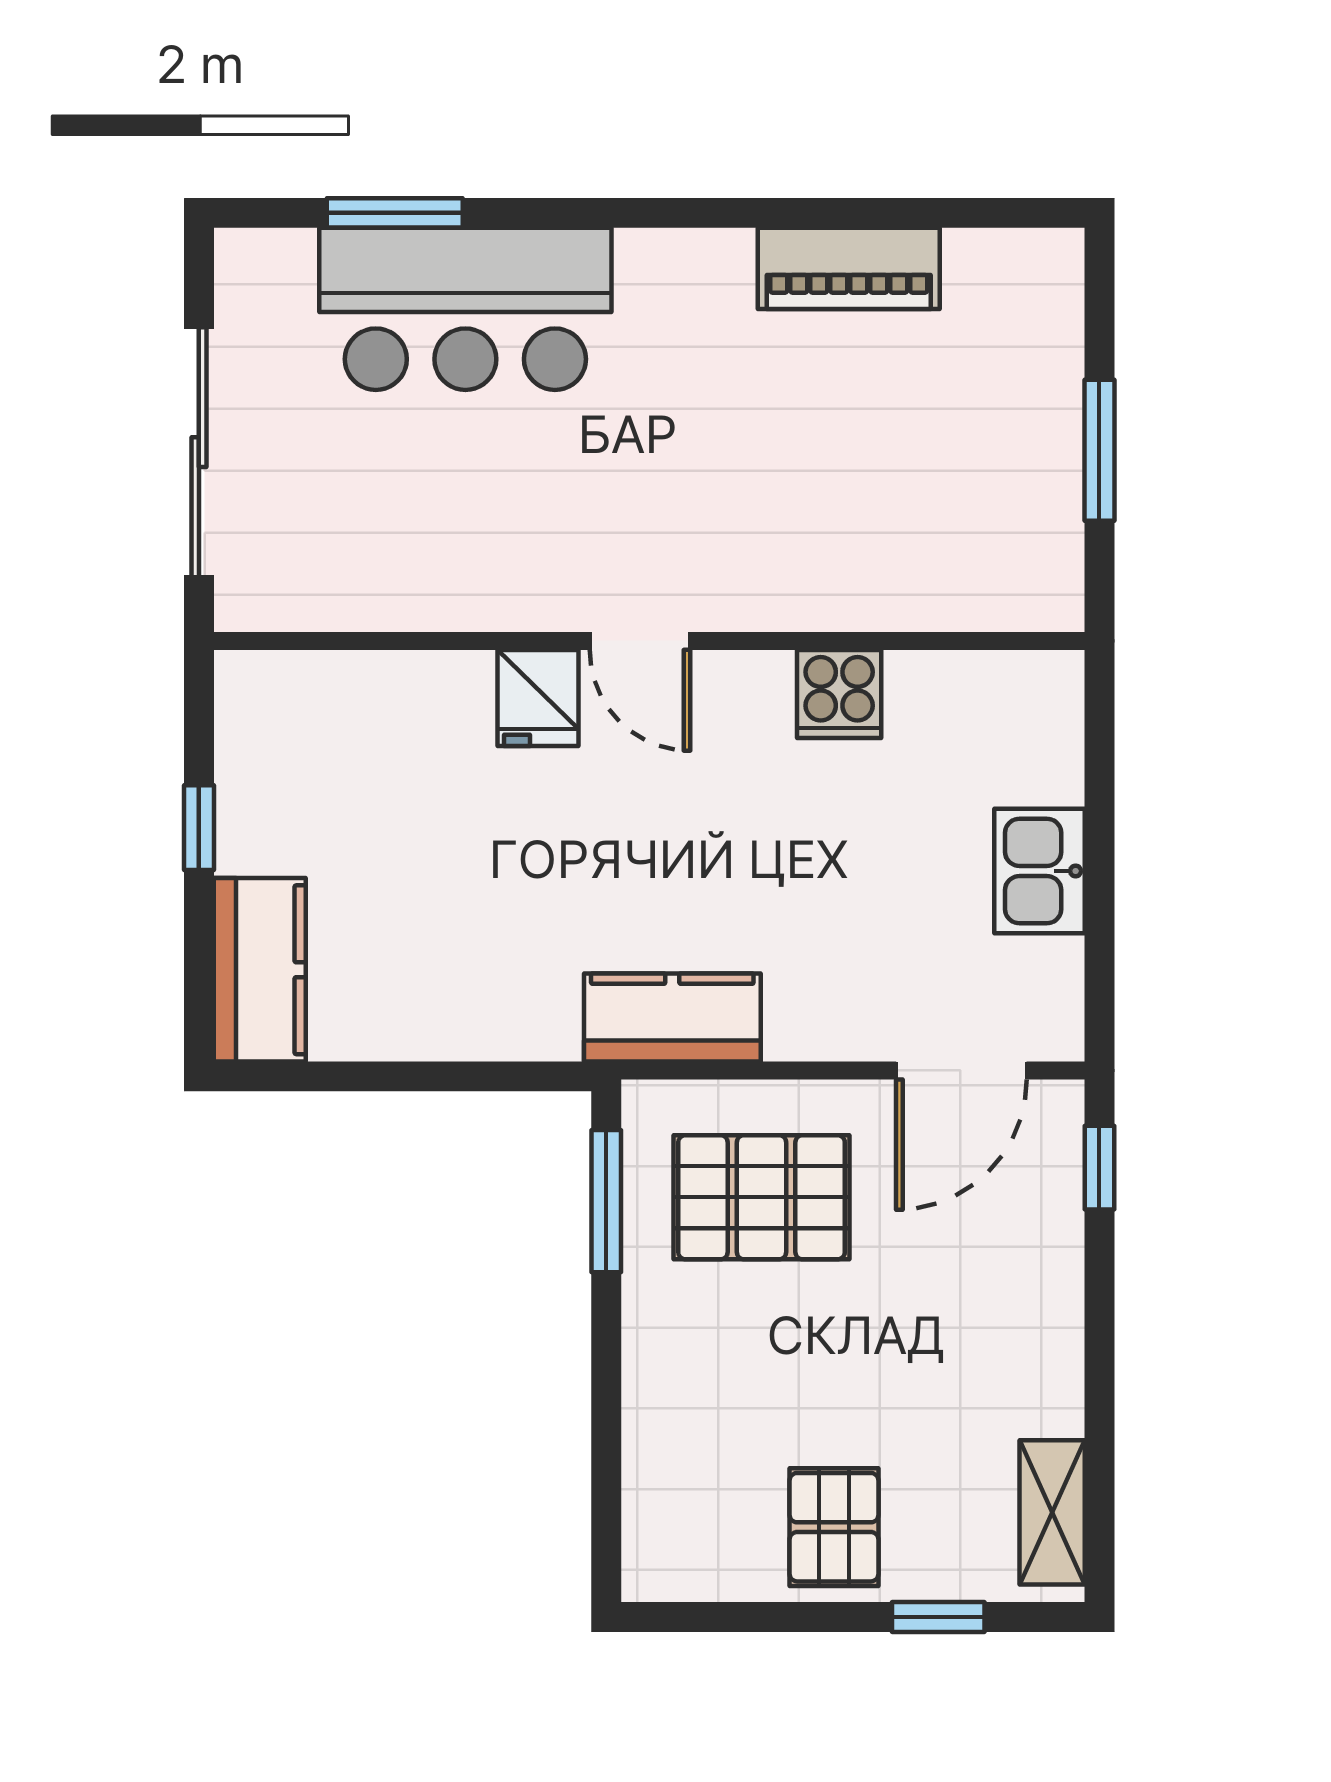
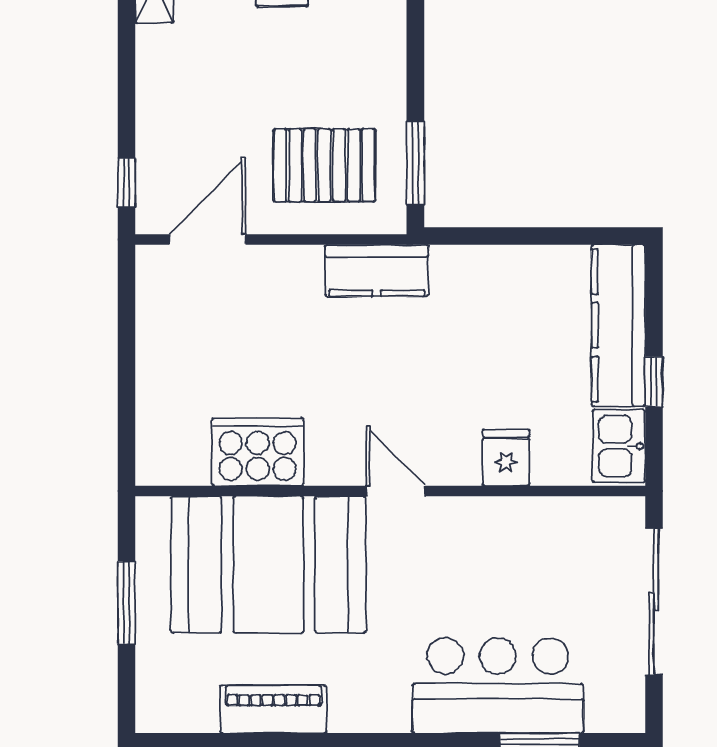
booth: (857, 515) -> (268, 565), added
cooker: (839, 694) -> (258, 452), width x1.87, depth x1.31
fridge: (538, 698) -> (506, 458), moved
kitchen sink: (1039, 871) -> (619, 446), moved, turned 180
kitchen counter: (260, 970) -> (618, 325), width x1.50

